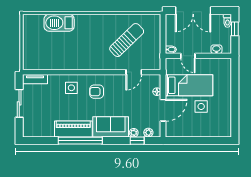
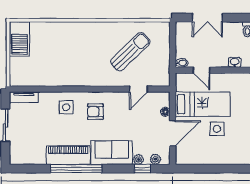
double door: (193, 11) -> (207, 18), width x0.73
barbecue: (59, 23) -> (20, 39), moved, turned -90

